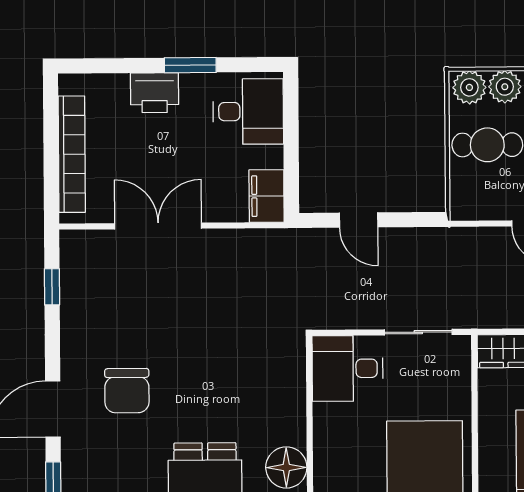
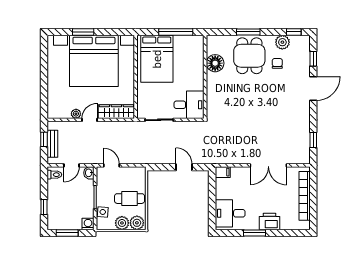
filing cabinet: (267, 196) -> (223, 172), width x0.50
chair: (127, 391) -> (277, 63), moved, width x0.54, depth x0.54

